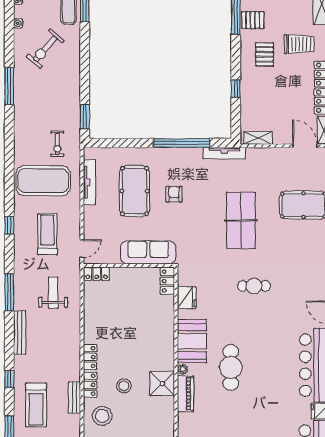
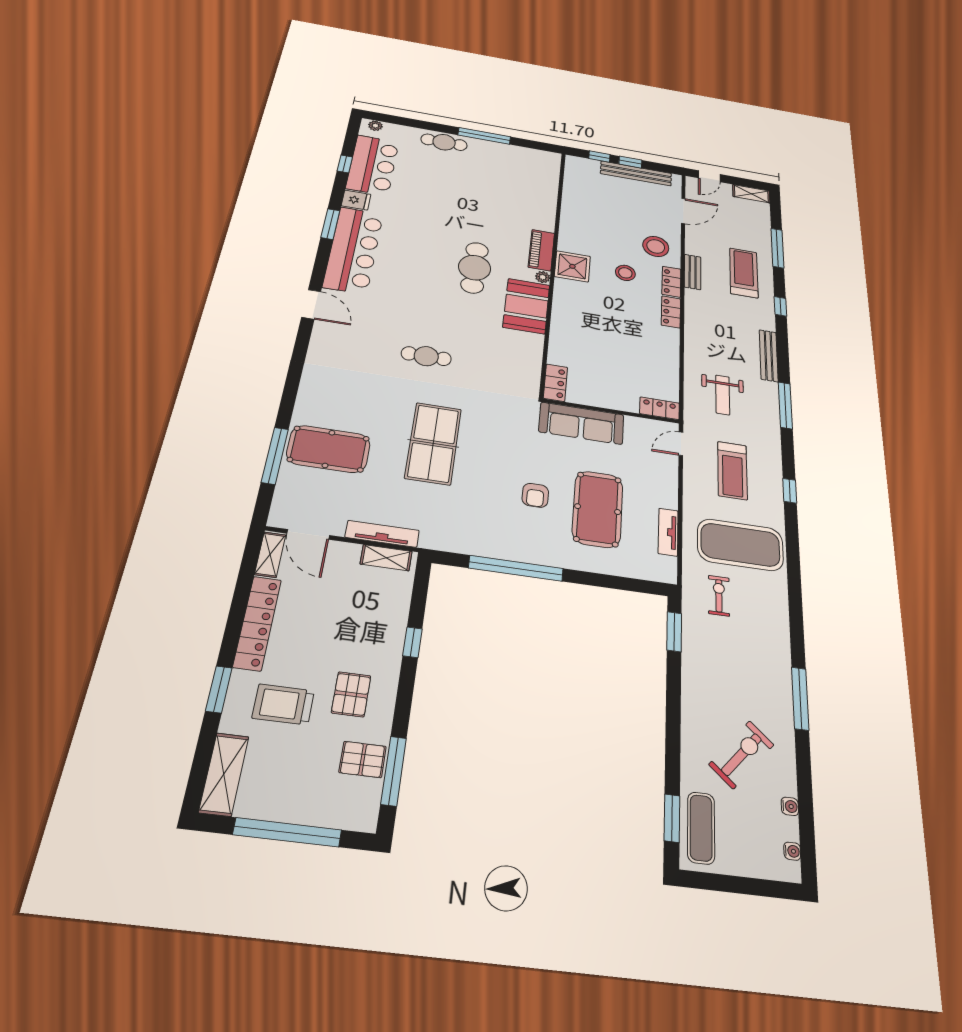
tv unit: (224, 153) -> (382, 534), moved
tv unit: (89, 182) -> (668, 532), width x0.71
fridge: (187, 298) -> (529, 358), removed

